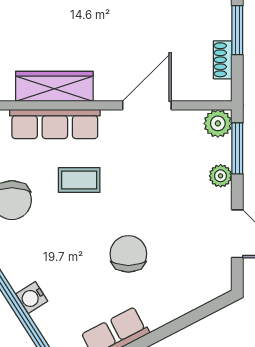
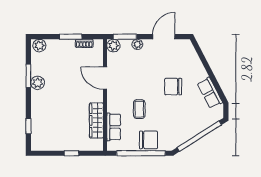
row of seats: (55, 124) -> (114, 127), width x0.68
water cooler: (32, 297) -> (193, 131), removed

